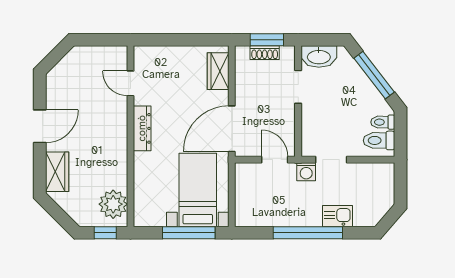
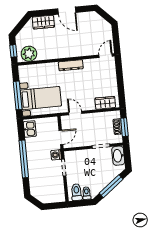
door: (130, 83) -> (106, 56), moved
door: (232, 129) -> (75, 113), width x0.53
kitchen sink: (337, 216) -> (30, 129), moved

